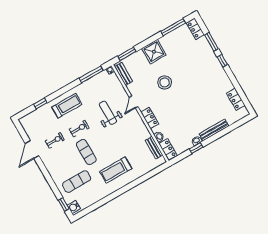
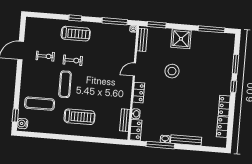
locker: (195, 29) -> (224, 106), moved
window: (40, 104) -> (75, 18), moved
weight bench: (108, 113) -> (106, 64), removed
window: (196, 148) -> (160, 145), width x2.17
treadmill: (116, 170) -> (79, 117), turned 180

